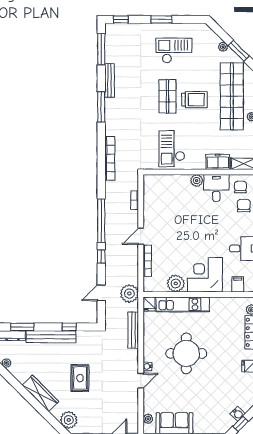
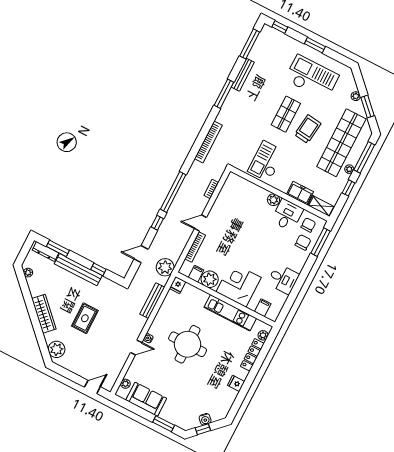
checkout: (174, 51) -> (312, 78), width x1.36, depth x1.21
trolley: (195, 100) -> (308, 129), turned -83
filing cabinet: (161, 285) -> (196, 274), added
kitchen unit: (183, 304) -> (230, 313), moved

